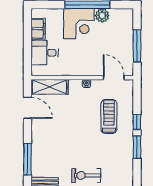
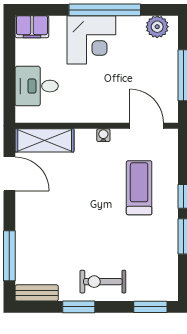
plant: (102, 15) -> (157, 27), moved
filing cabinet: (38, 29) -> (32, 27), moved, turned 90

